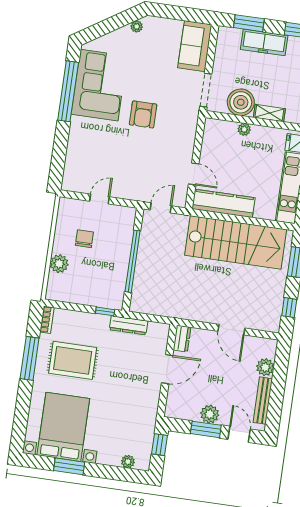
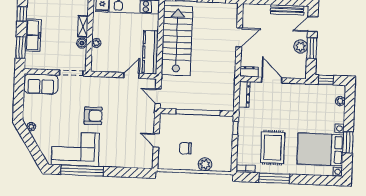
boiler: (241, 102) -> (82, 43), width x0.54, depth x0.54
dresser: (129, 325) -> (244, 94), moved
plant: (265, 367) -> (263, 11), removed

